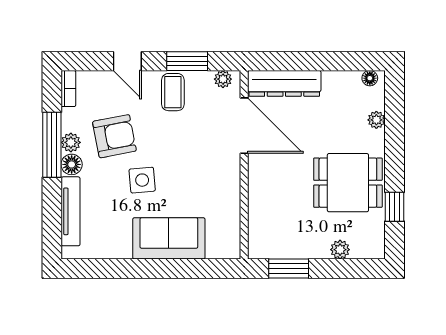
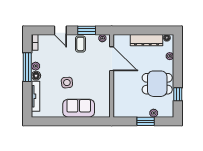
dresser: (284, 83) -> (147, 40), moved
armchair: (114, 136) -> (55, 63), removed
window: (289, 269) -> (146, 121), moved

